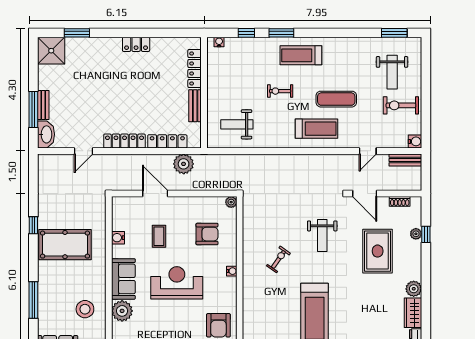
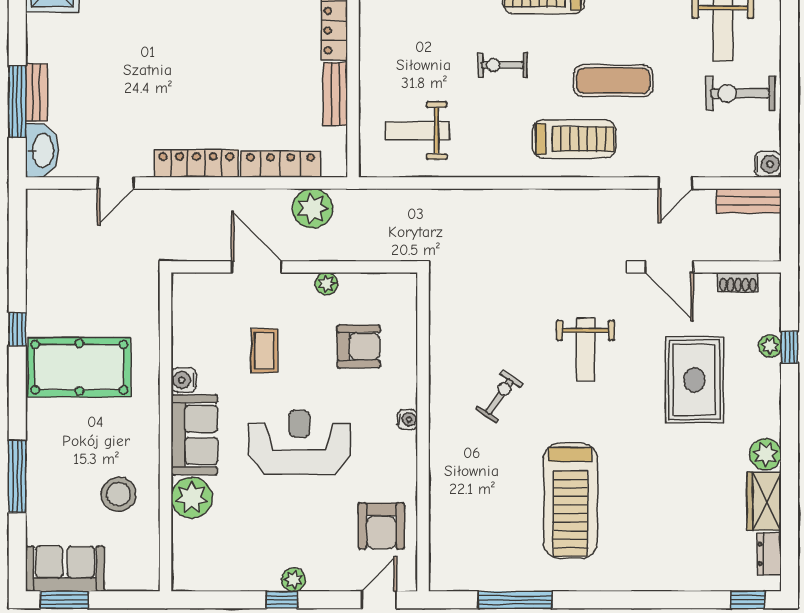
plant: (231, 202) -> (327, 284), moved
water cooler: (118, 238) -> (184, 380), moved

